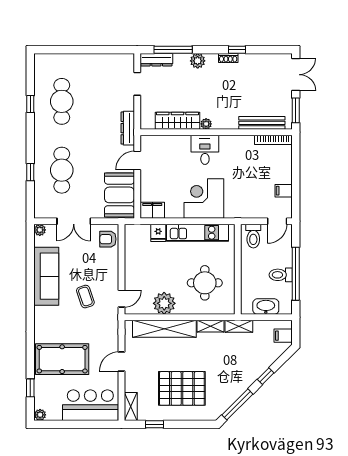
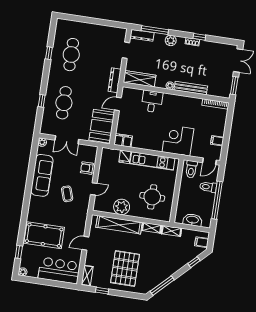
wardrobe: (177, 121) -> (140, 79), moved
bench: (262, 123) -> (191, 88), moved
desk: (205, 150) -> (152, 101), moved
corner desk: (204, 199) -> (178, 140), moved
armchair: (108, 239) -> (87, 168), moved
toilet: (281, 275) -> (208, 187), moved
door: (121, 299) -> (94, 189), moved
window: (266, 376) -> (194, 262), moved
pallet: (182, 388) -> (125, 268), turned 90

